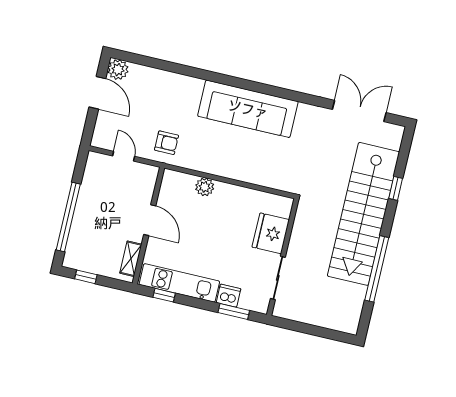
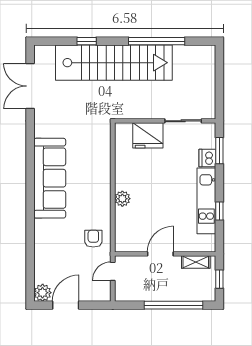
door: (150, 220) -> (160, 254), moved
wall: (148, 226) -> (165, 254), moved
shelving: (131, 259) -> (196, 262), moved

